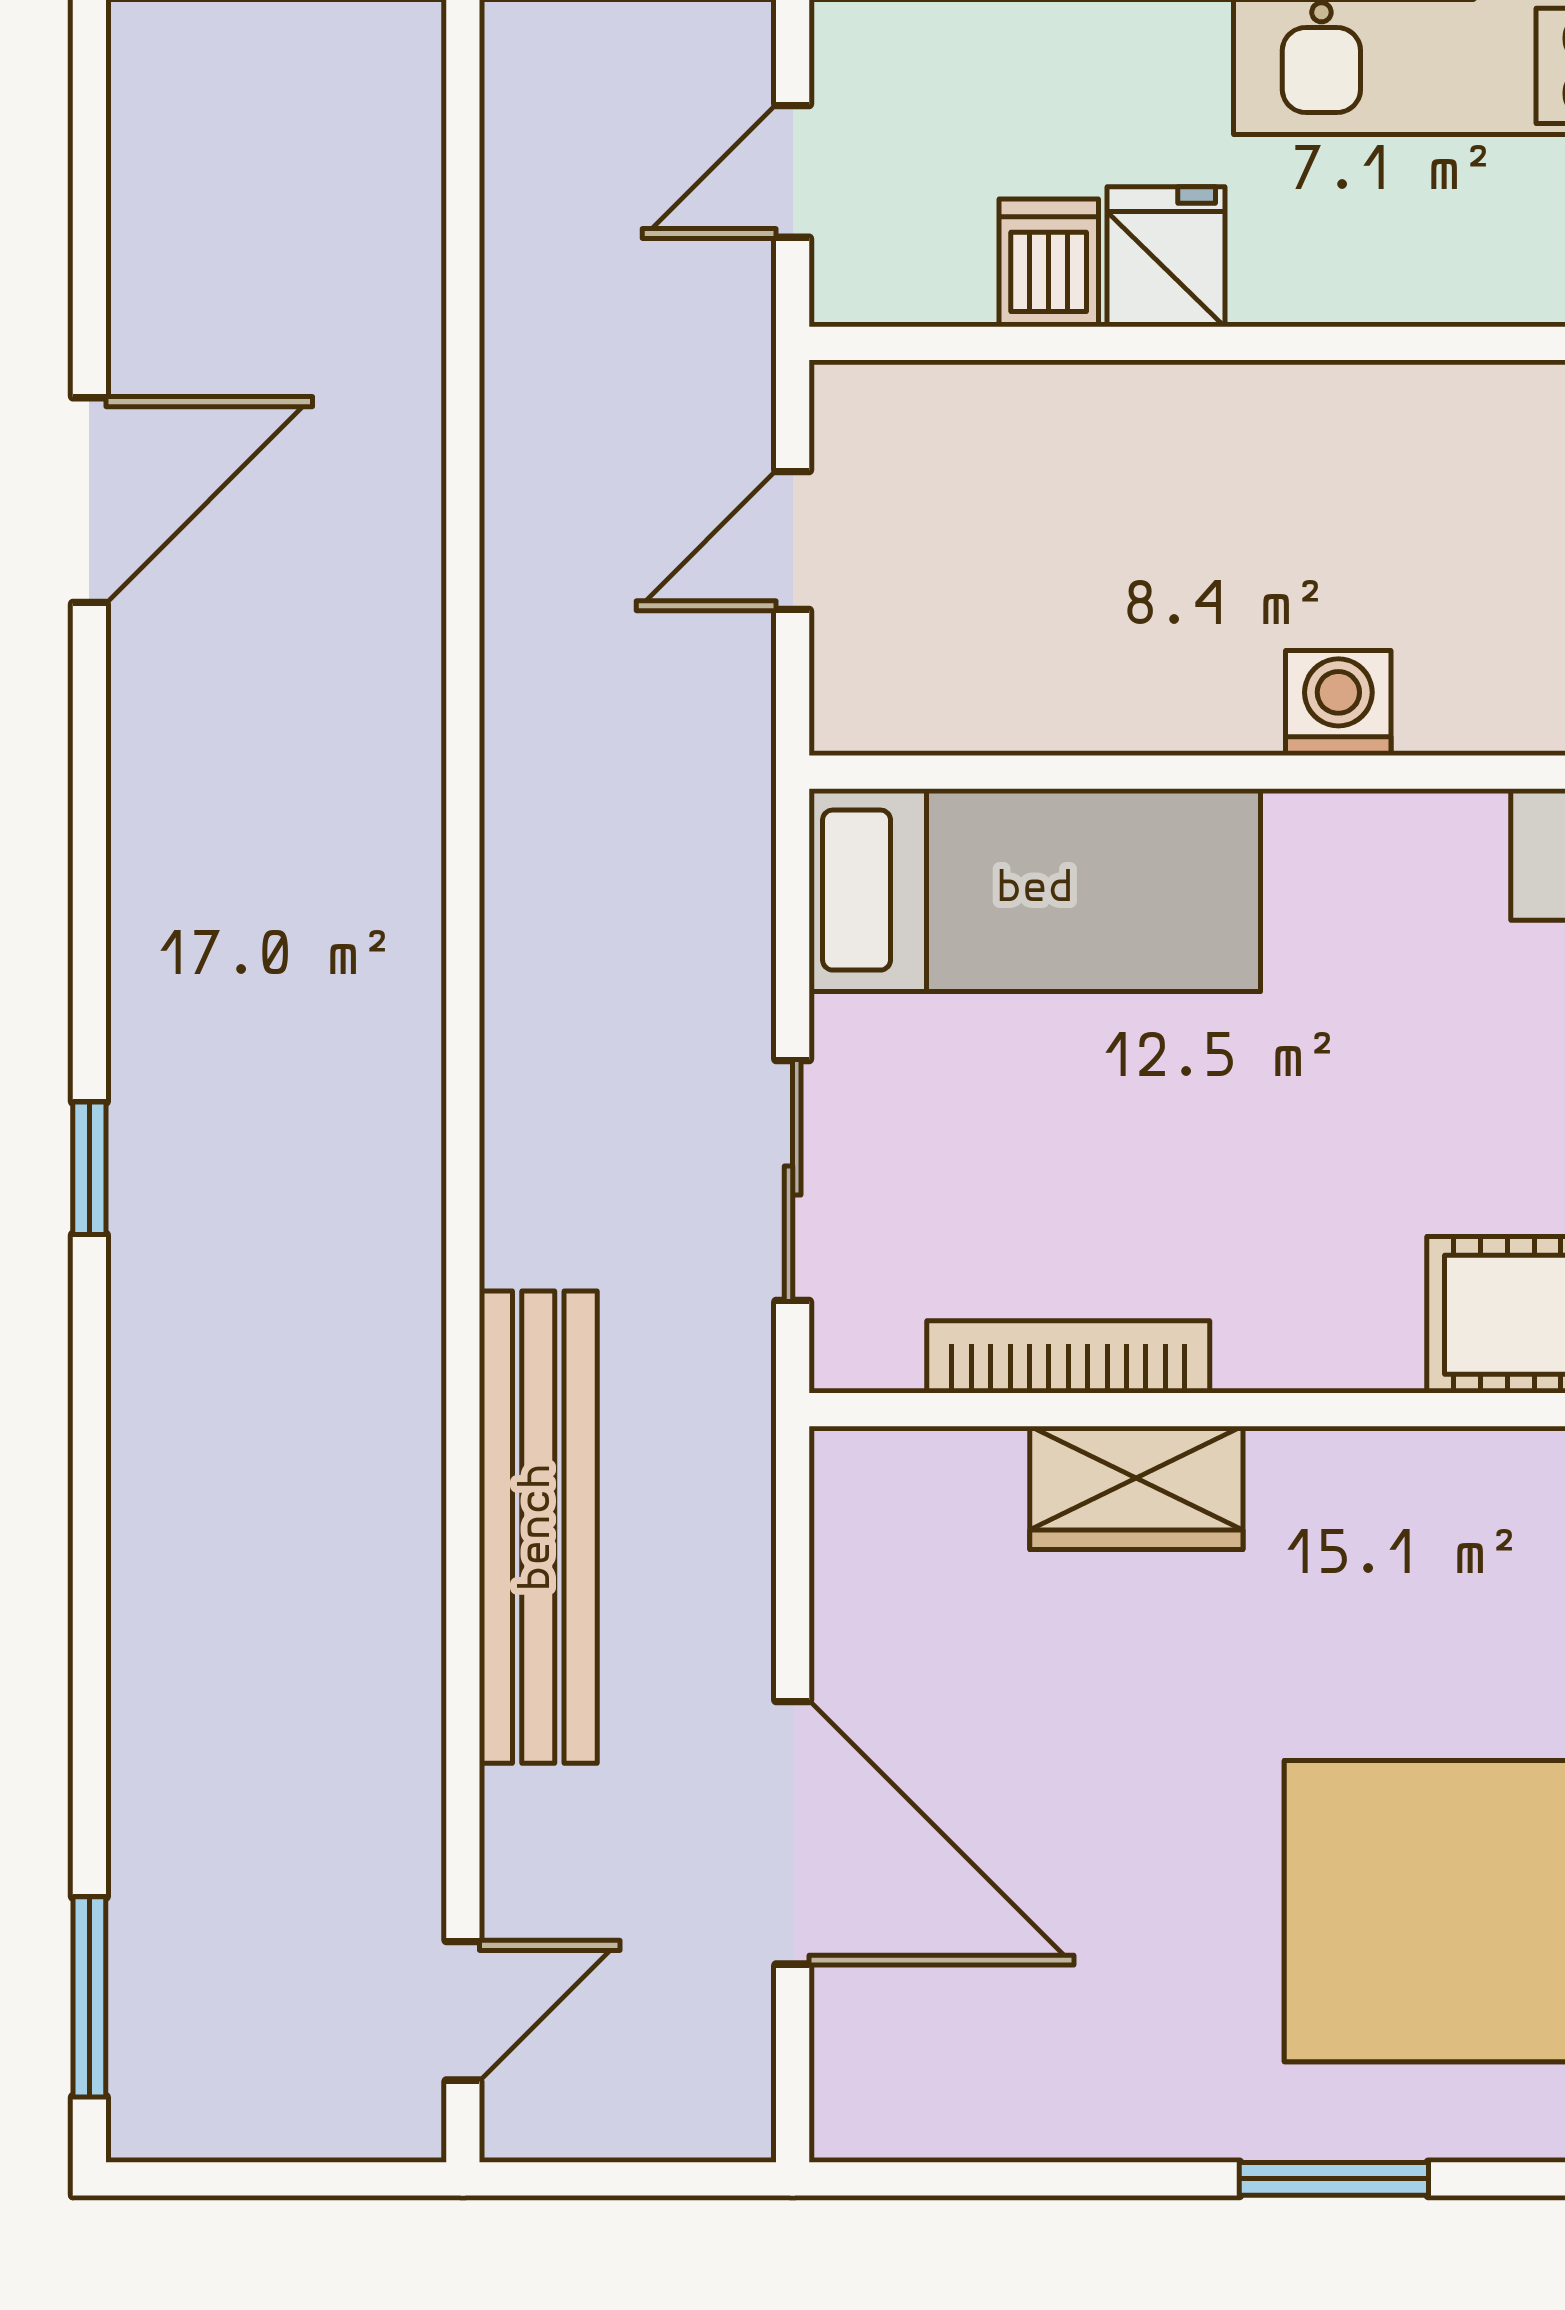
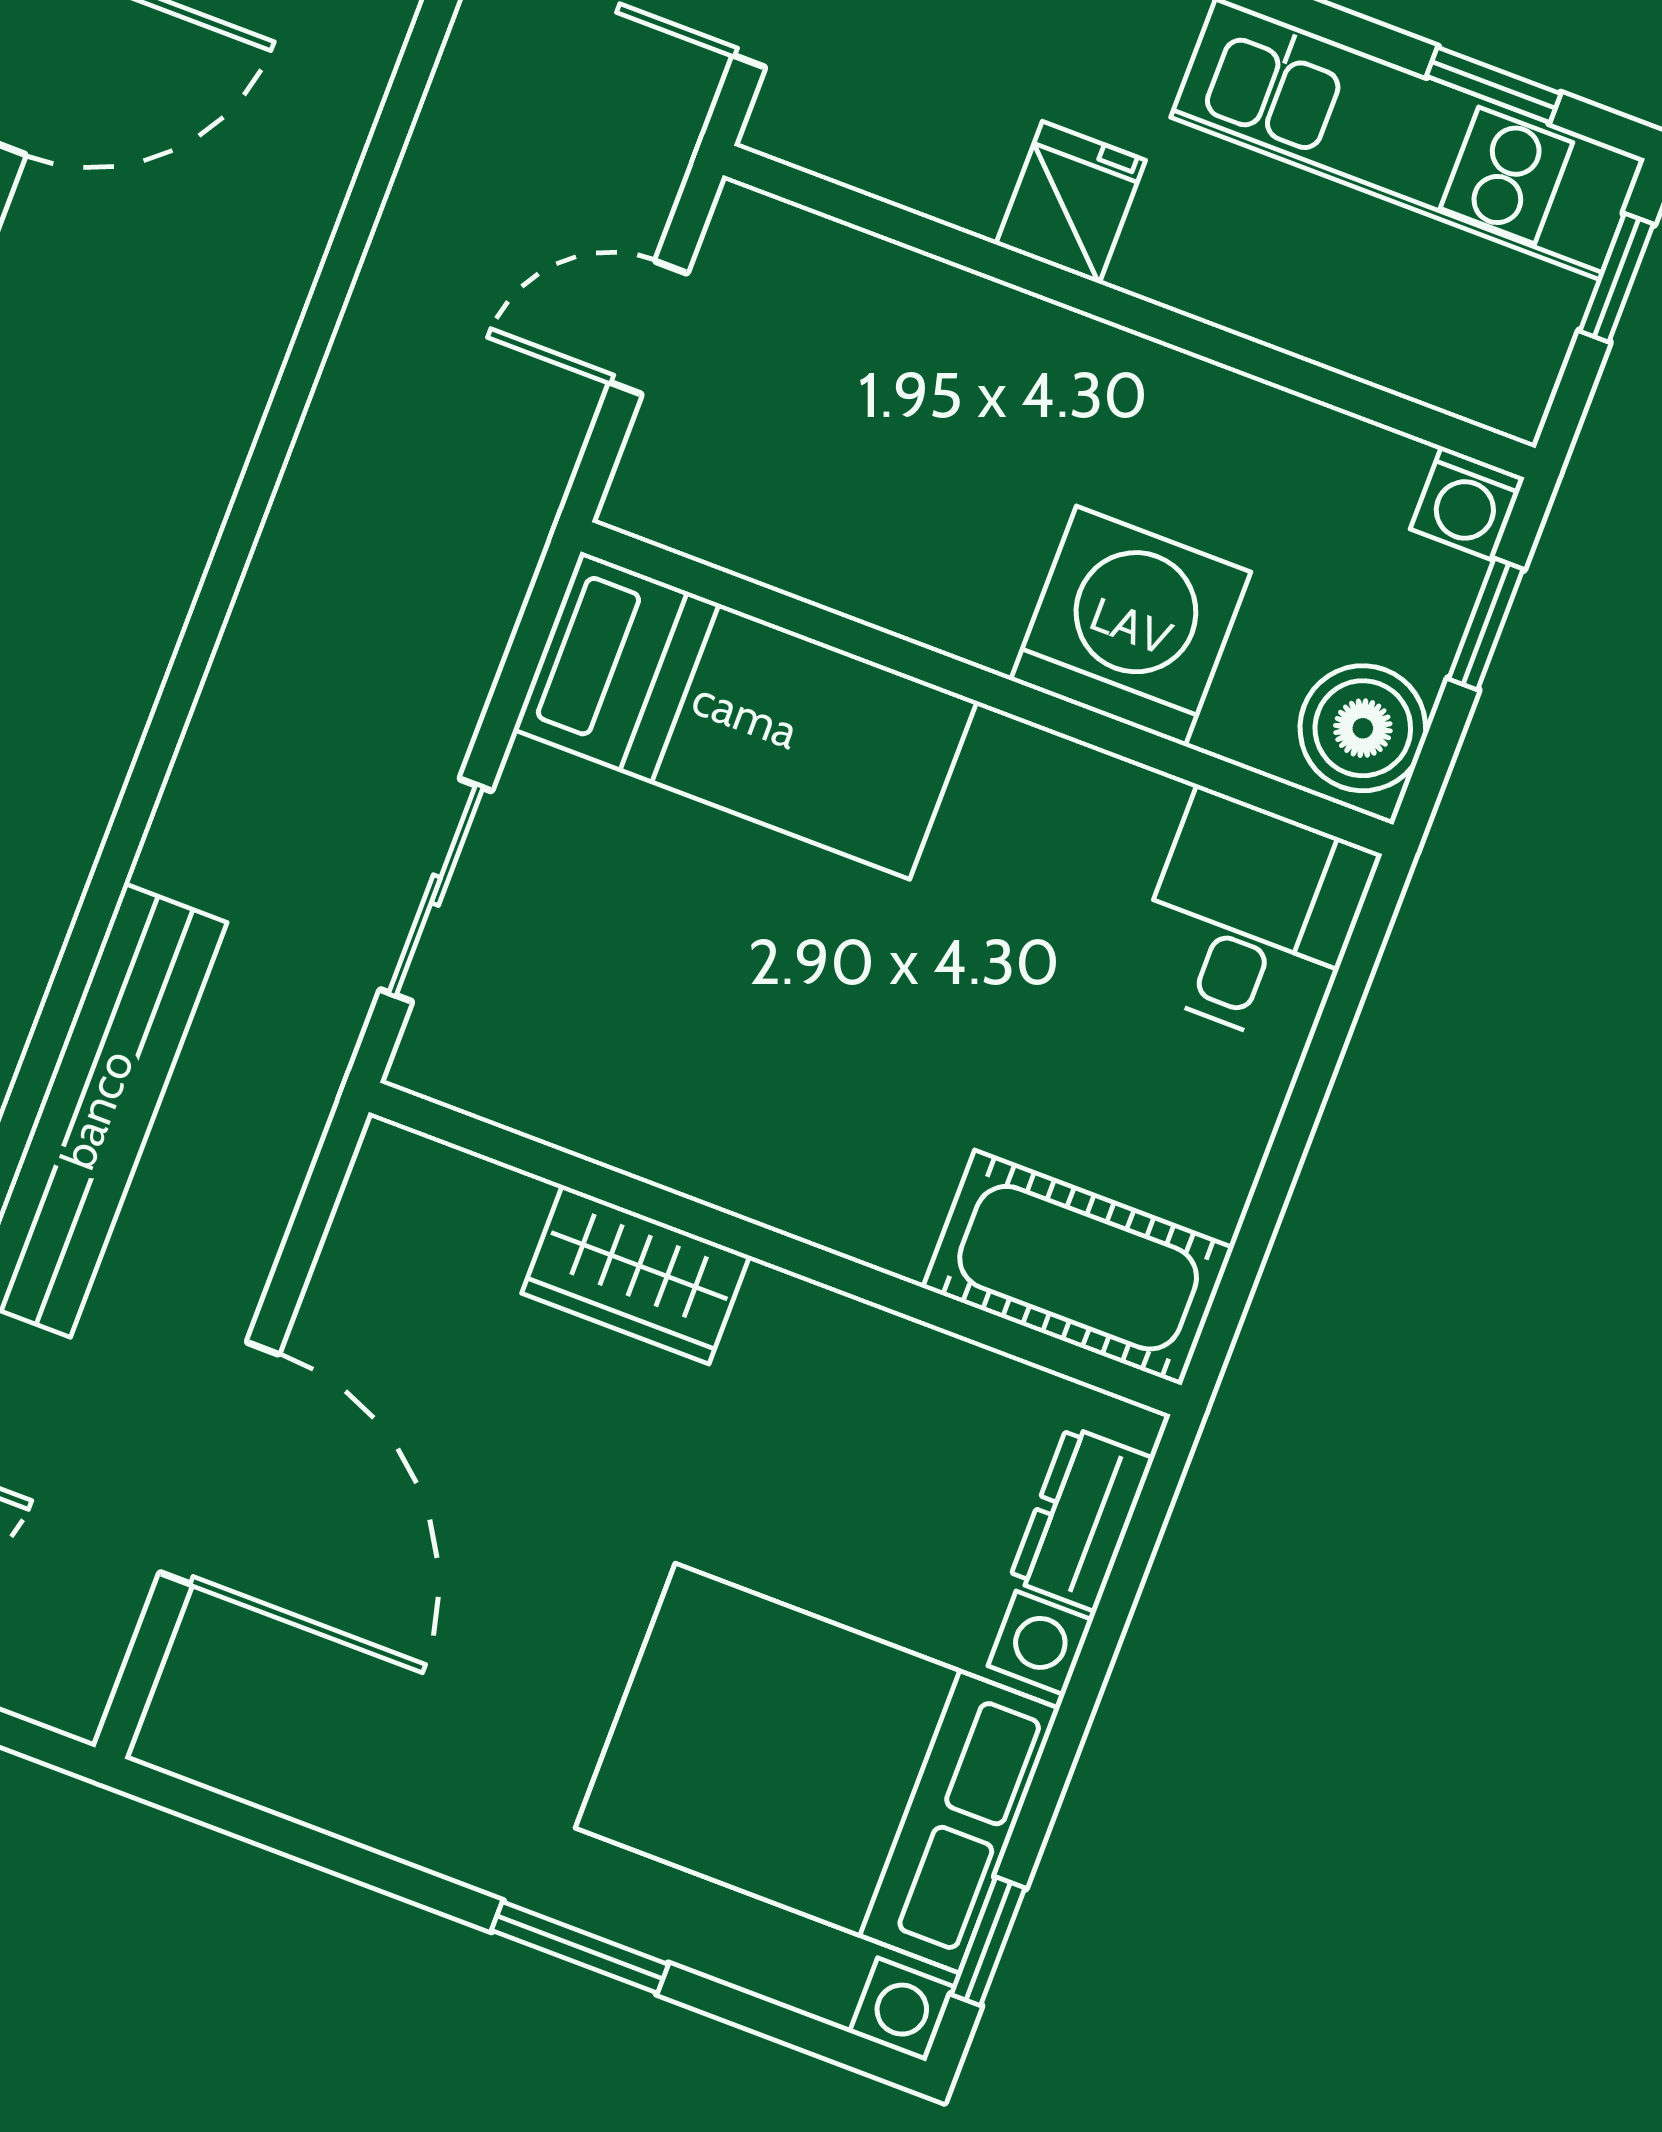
dishwasher: (1049, 263) -> (966, 169), removed
washing machine: (1338, 703) -> (1131, 626), width x1.89, depth x1.89
bookcase: (1068, 1357) -> (619, 1137), removed

